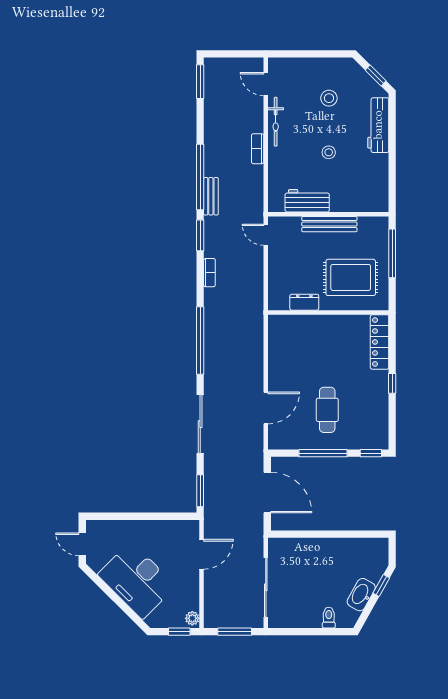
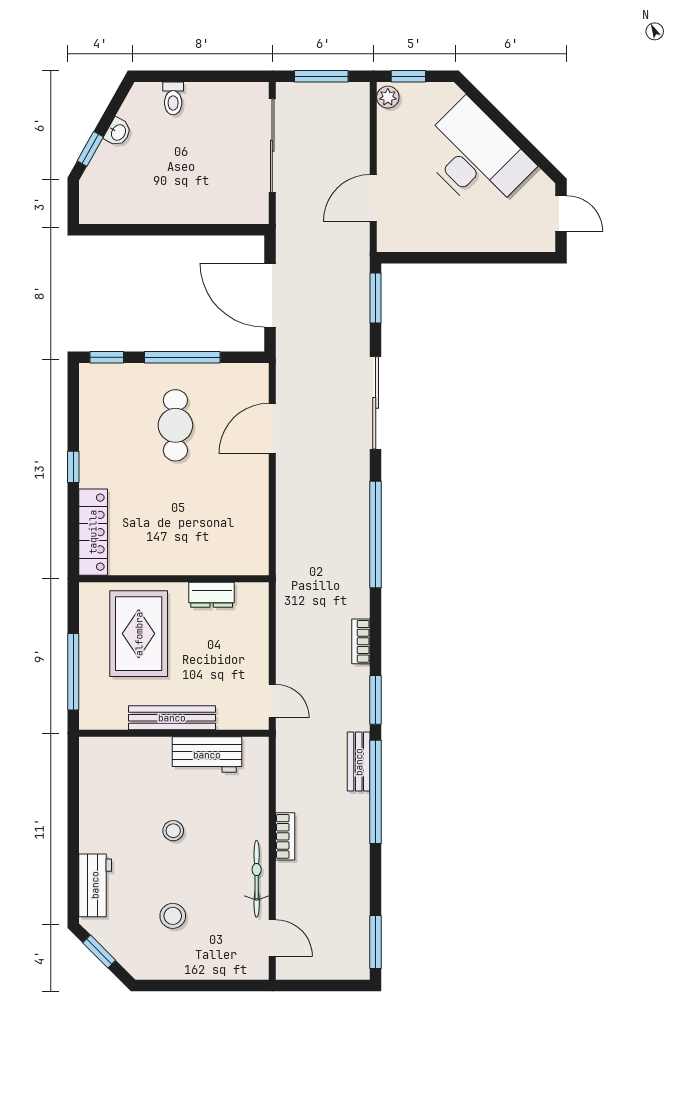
workbench: (378, 125) -> (95, 885), width x0.73
rug: (351, 277) -> (139, 634), turned 90
washbasin: (361, 595) -> (118, 132), width x0.52, depth x0.69

